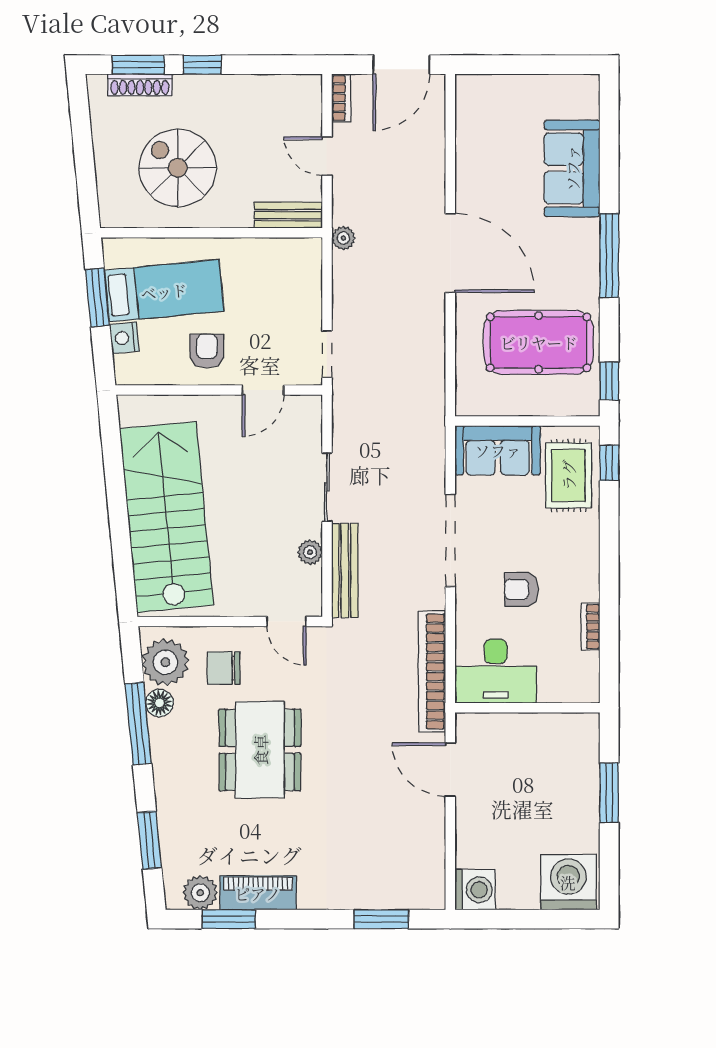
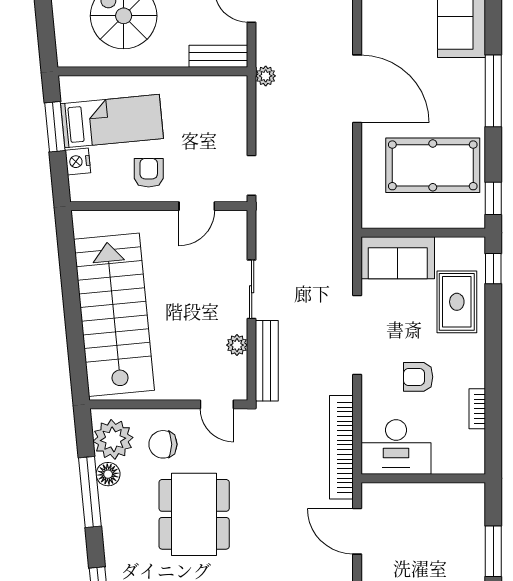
rug: (568, 475) -> (457, 302), moved

